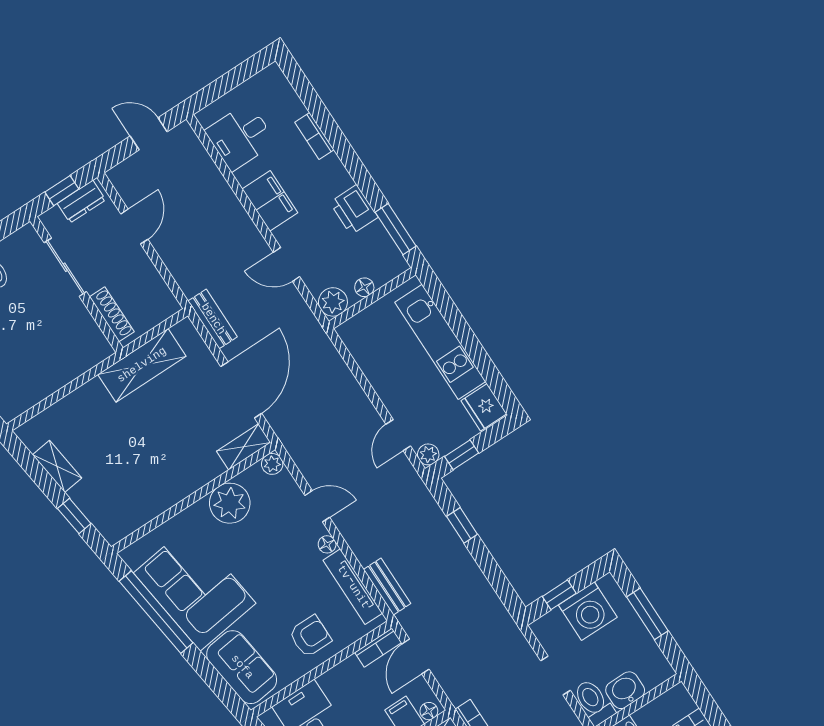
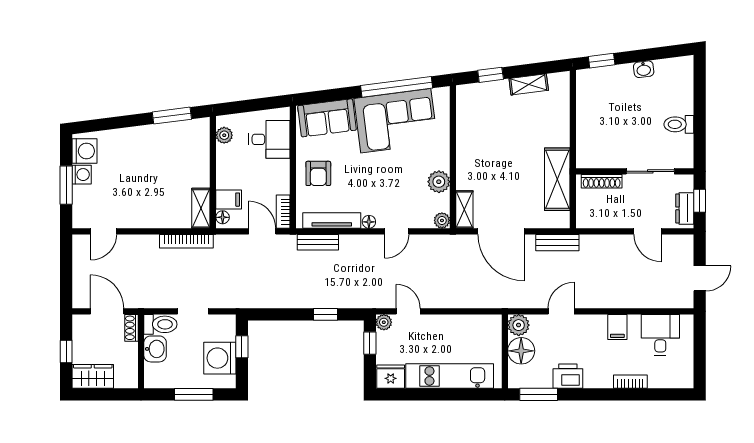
filing cabinet: (270, 201) -> (617, 327), width x0.50
floor lamp: (364, 287) -> (521, 351), width x1.89, depth x1.89
plant: (230, 503) -> (439, 182), width x0.73, depth x0.73

